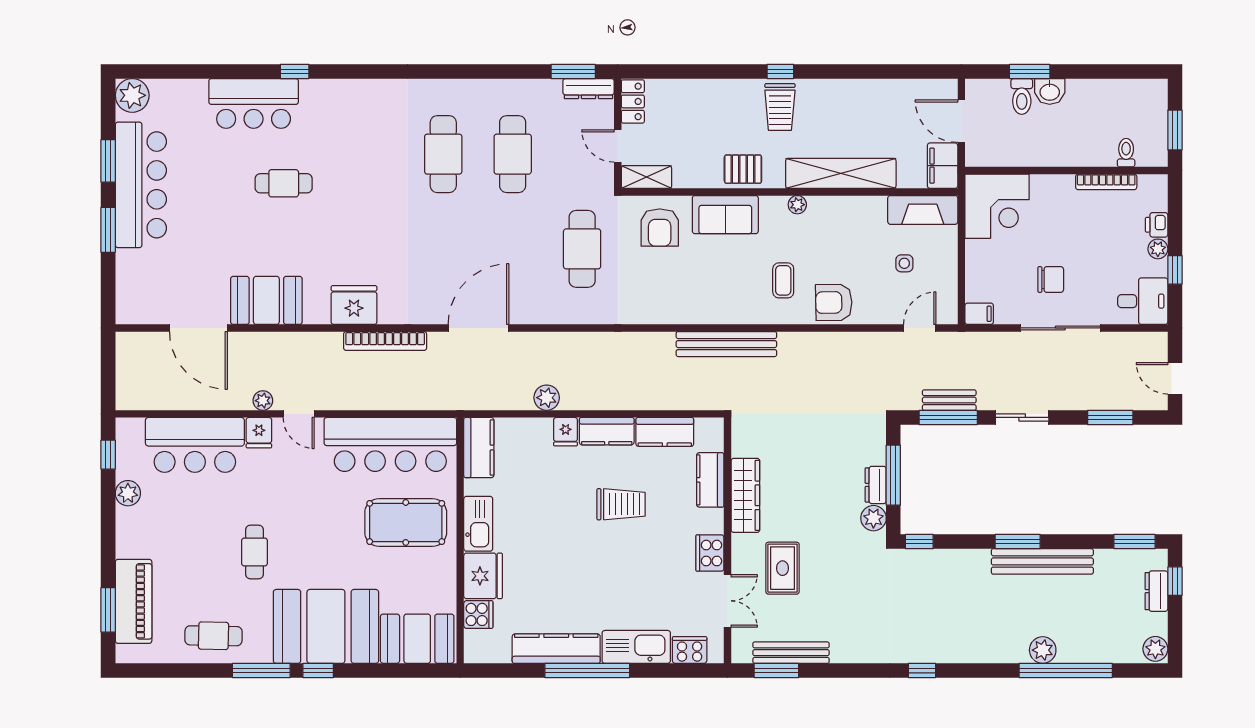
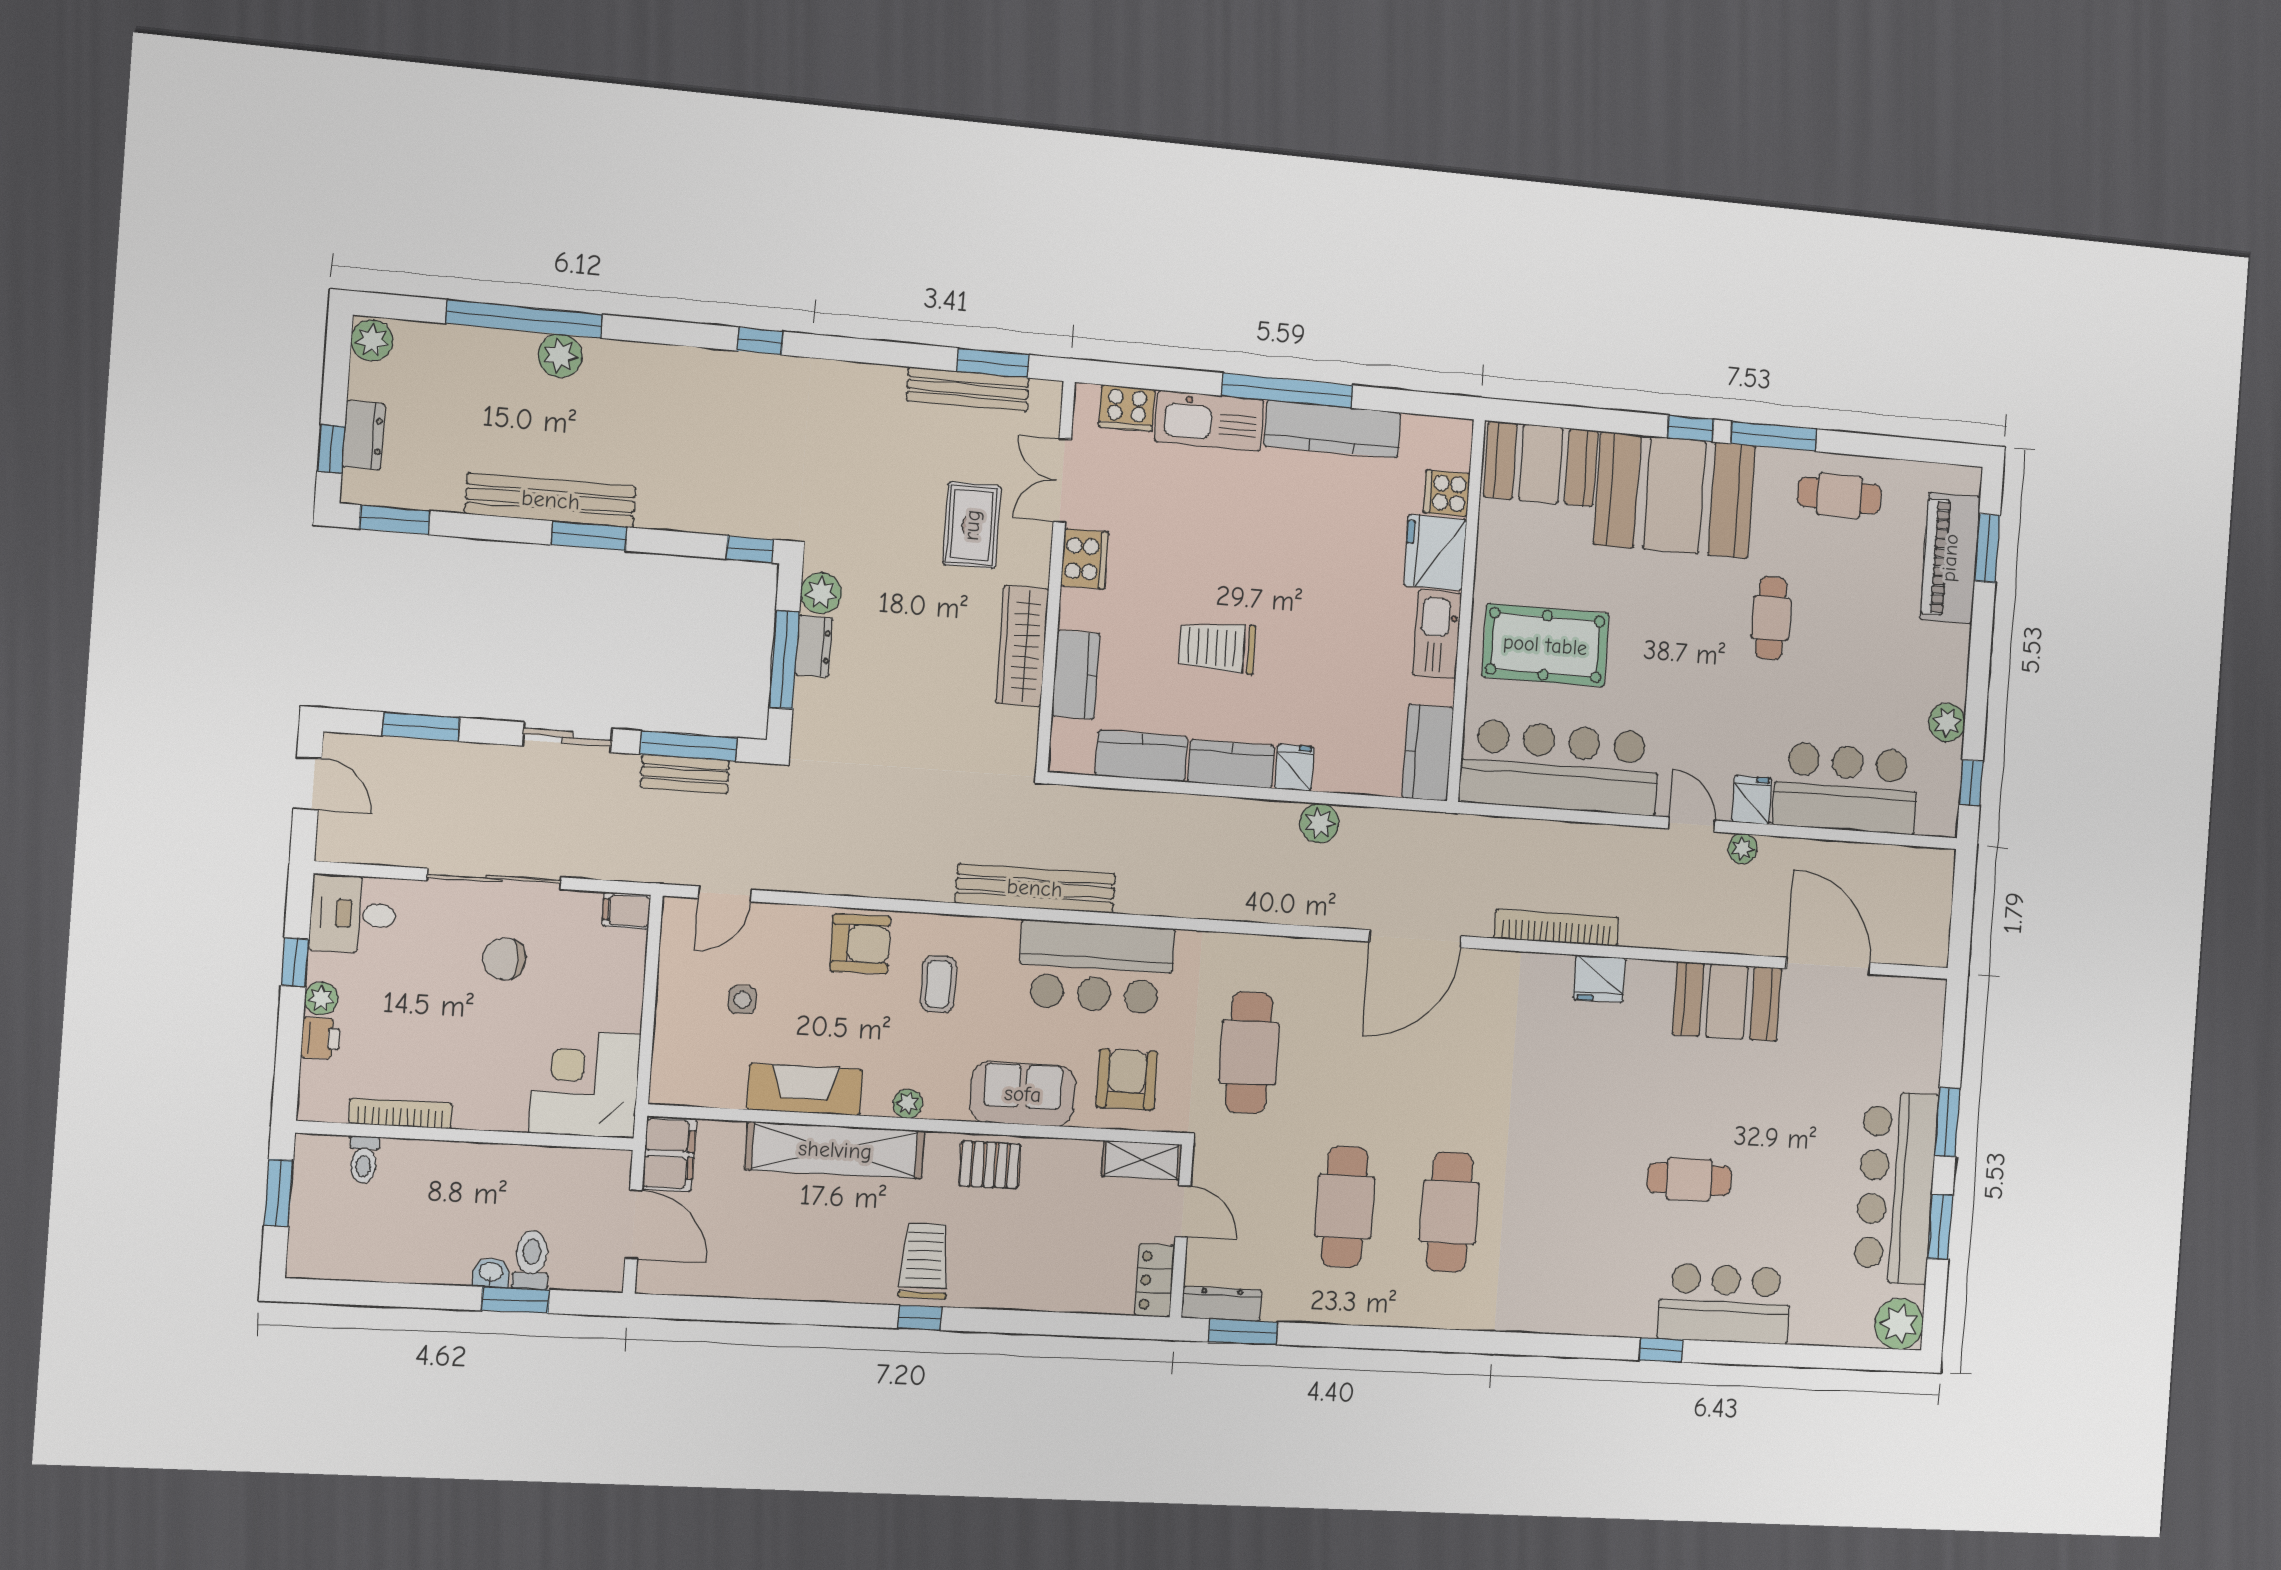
washbasin: (1050, 91) -> (491, 1273), width x0.72, depth x0.69
fireplace: (923, 210) -> (805, 1090), moved
bar counter: (684, 297) -> (1096, 967), added
fridge: (354, 305) -> (1599, 979), width x0.73, depth x0.75

